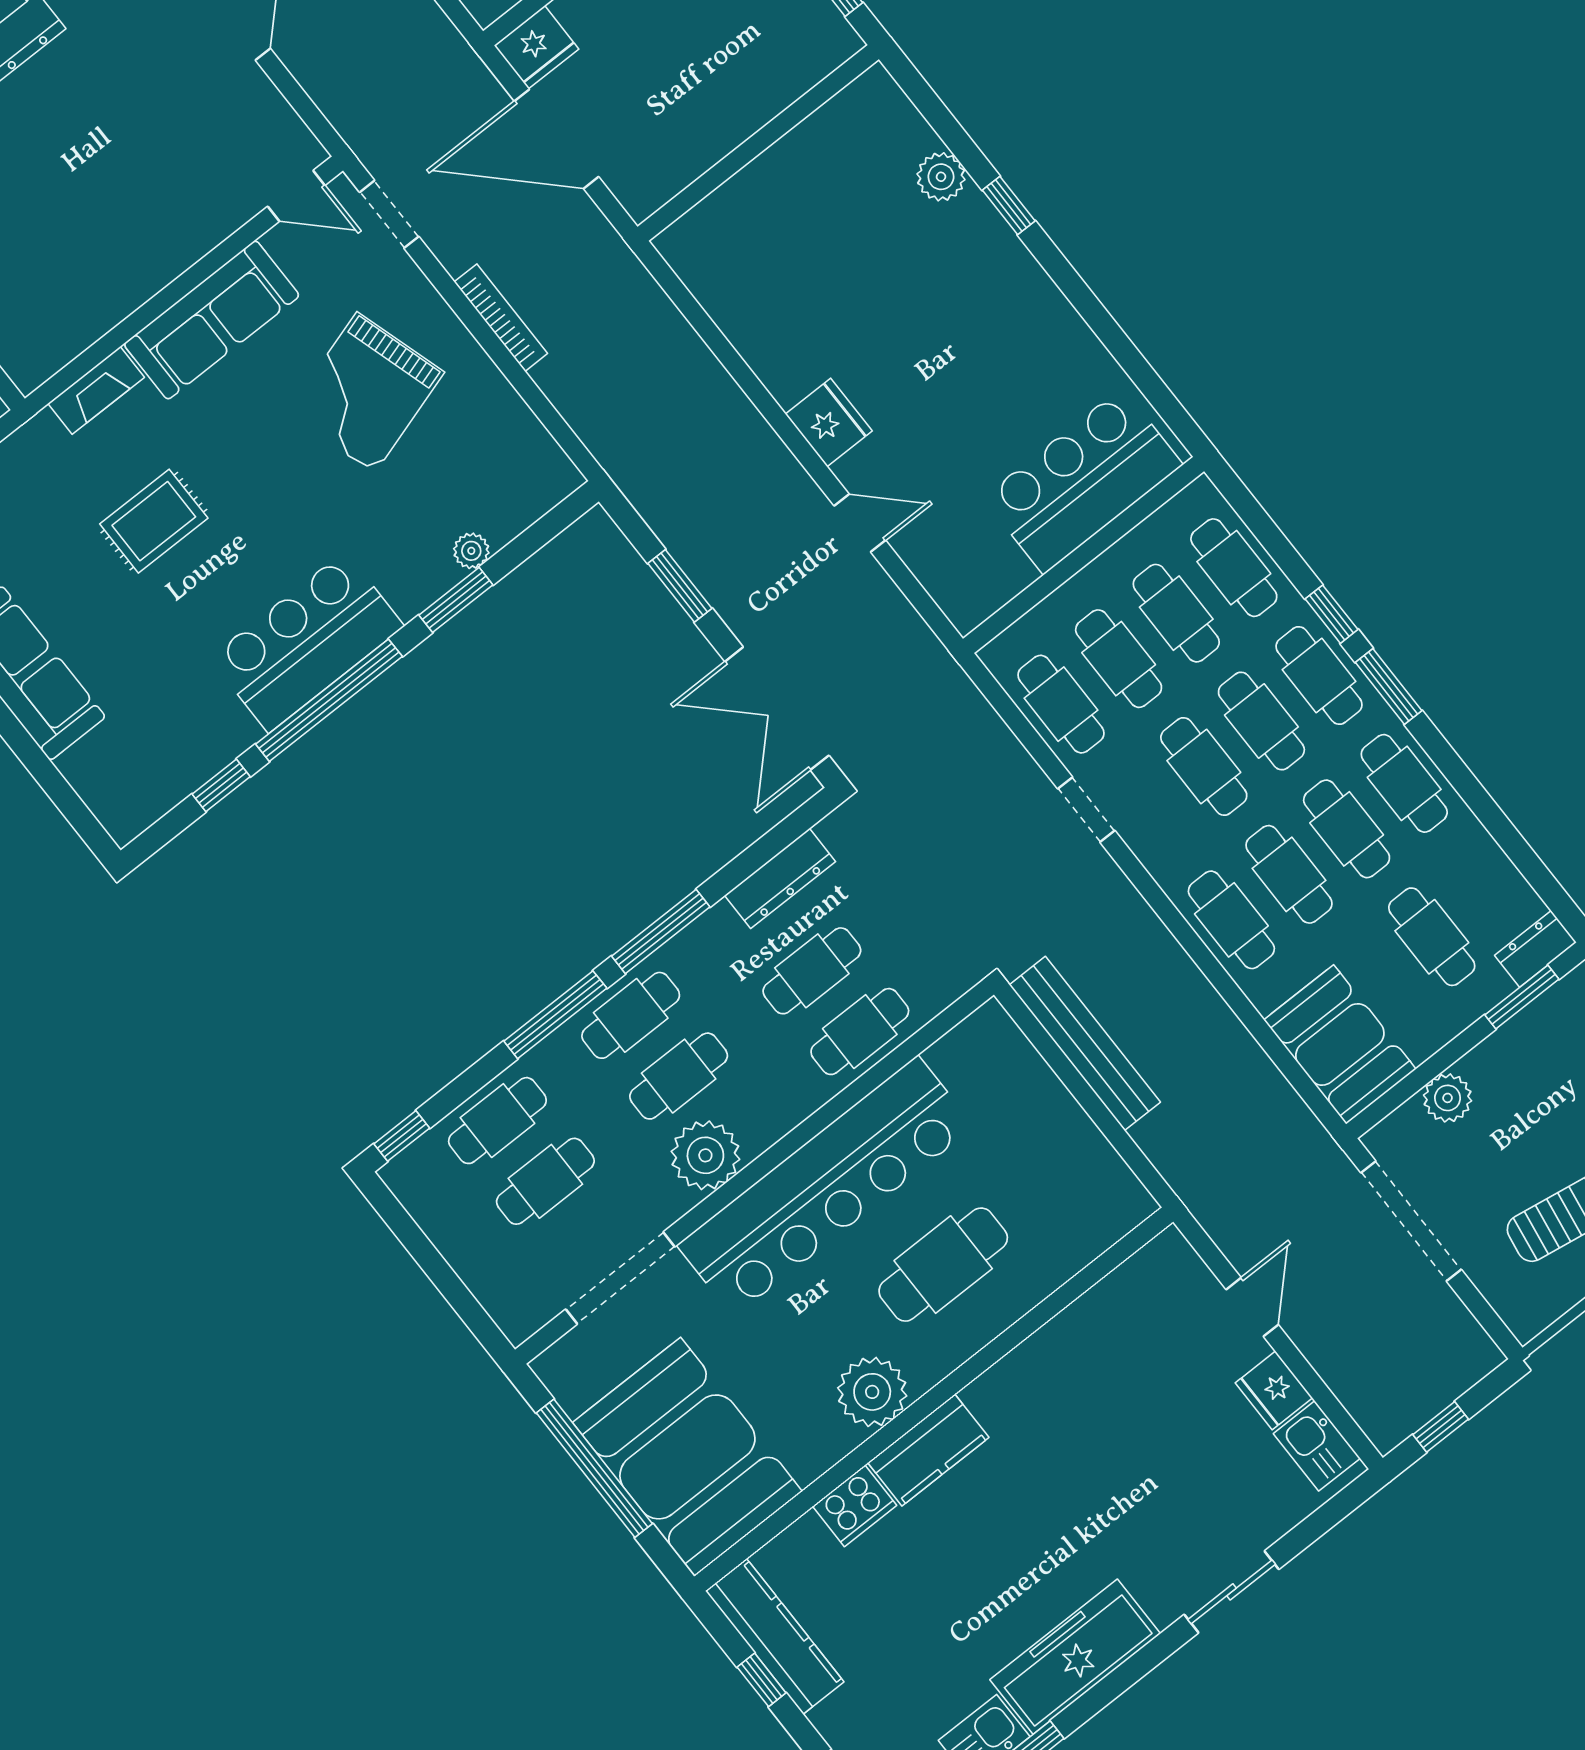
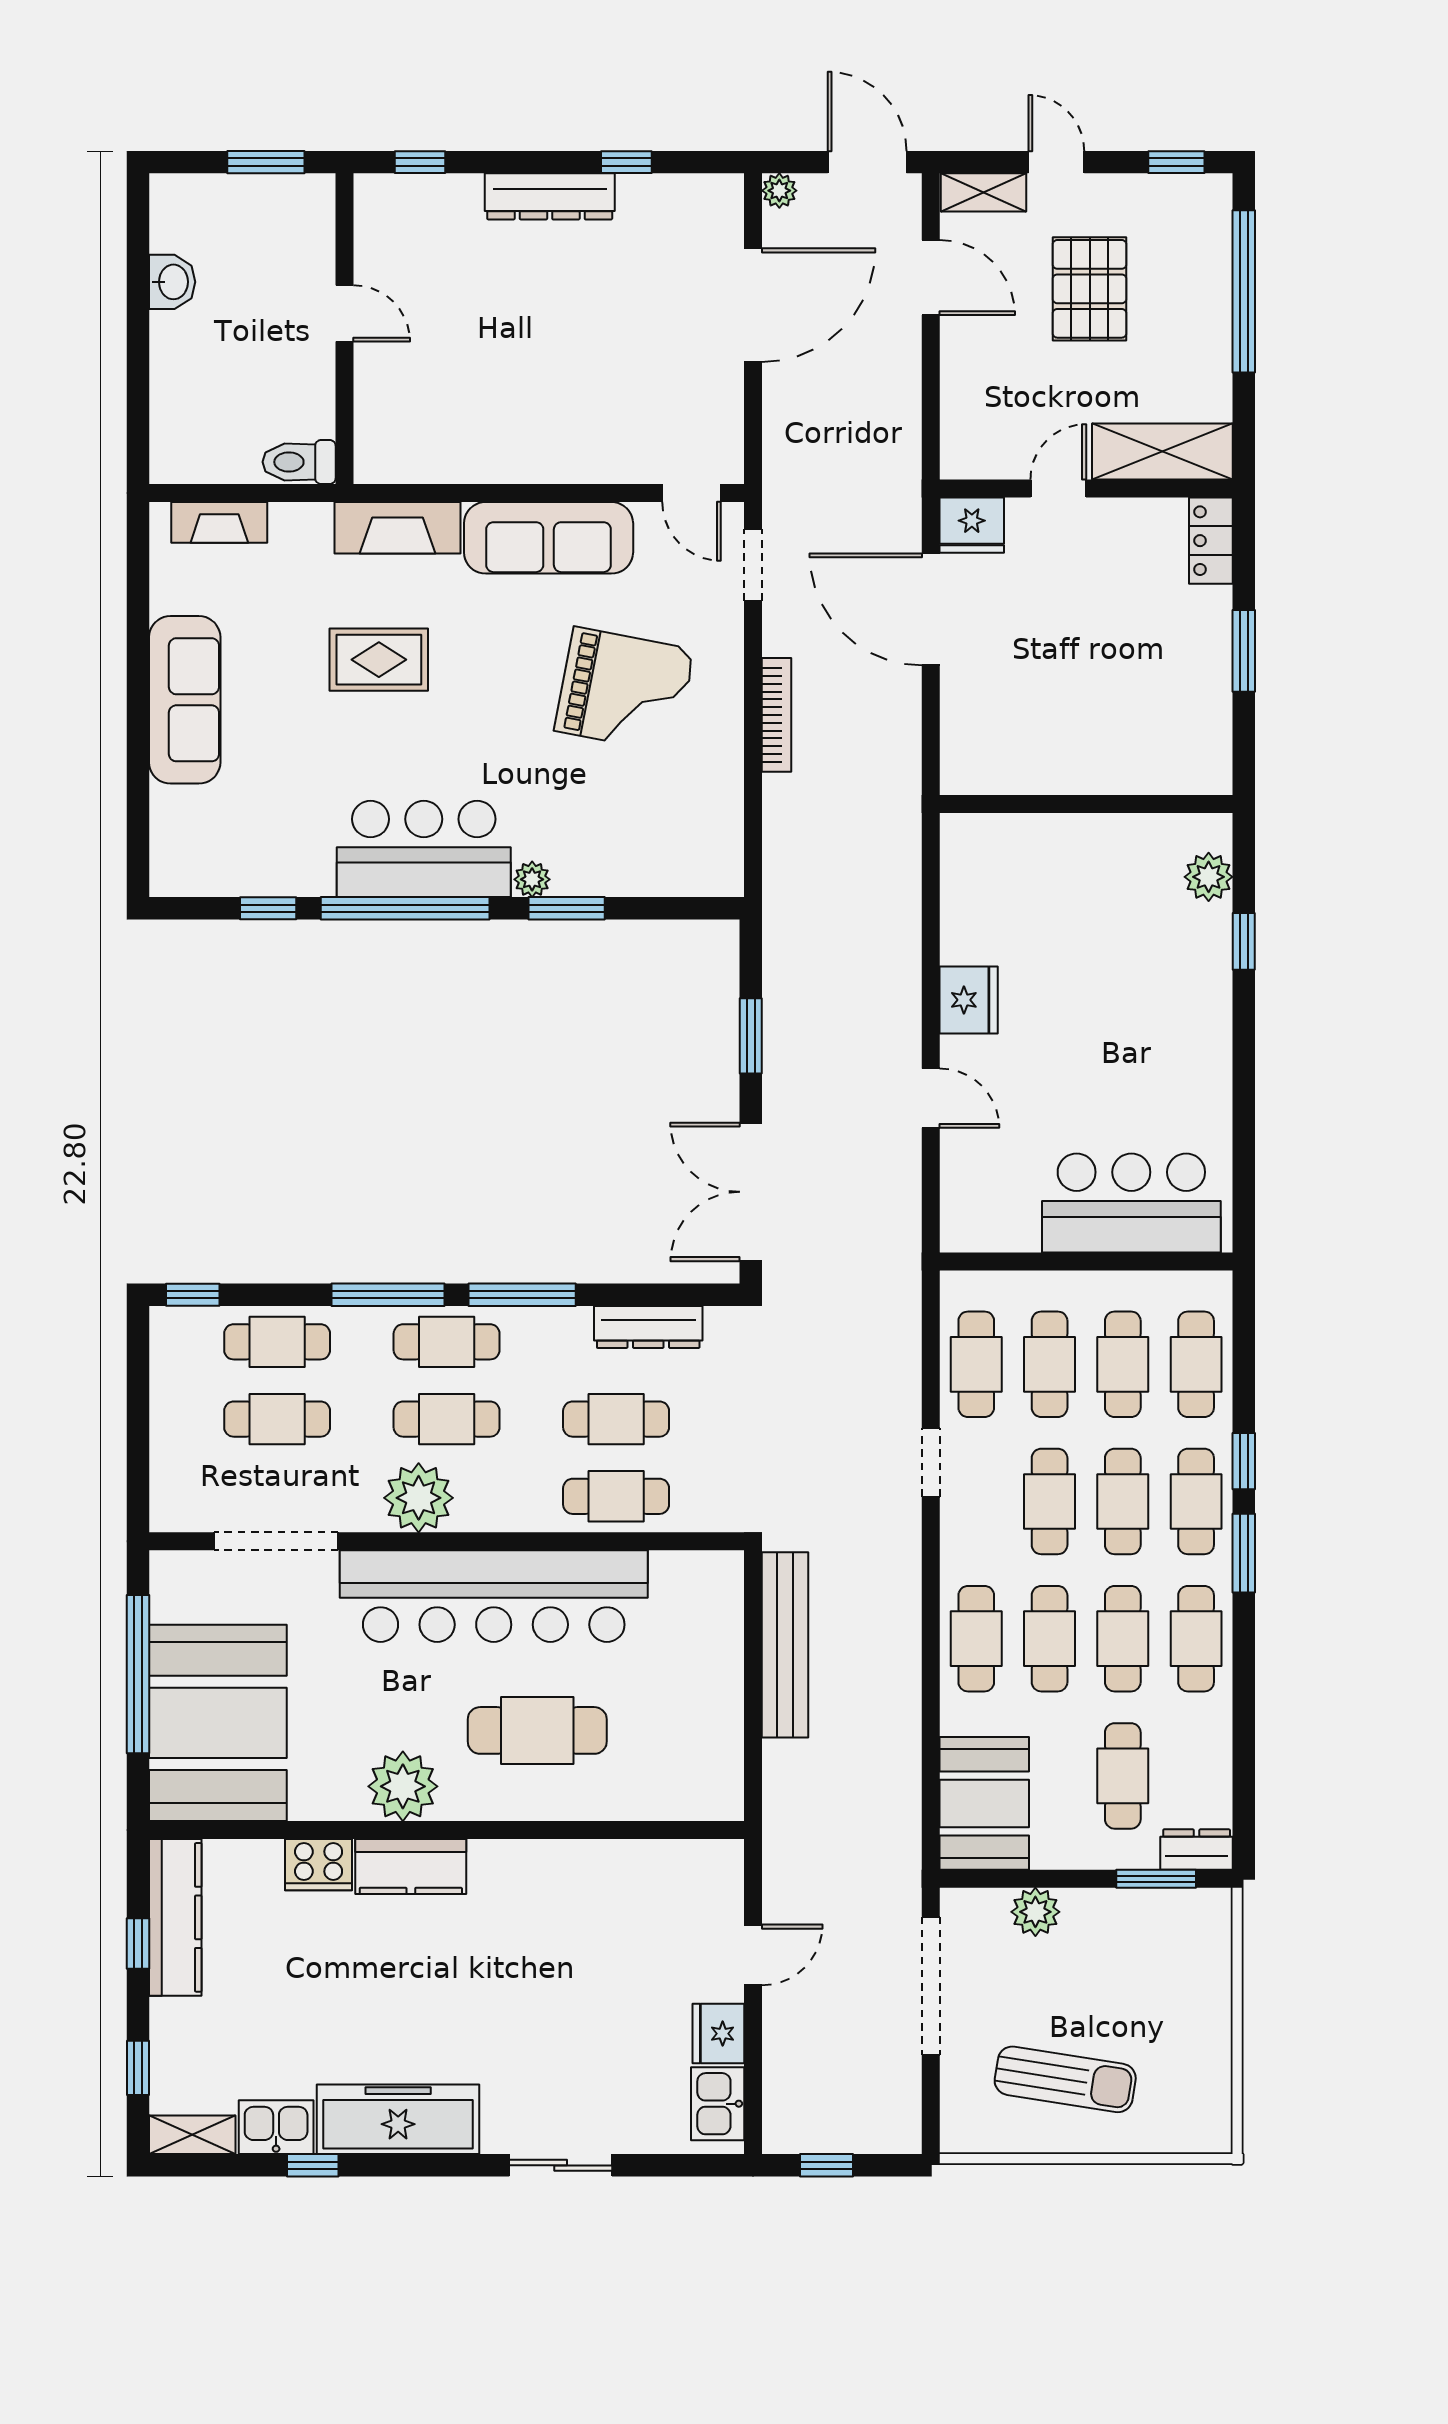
wall: (758, 143) -> (1086, 804), moved
fireplace: (96, 390) -> (398, 528), width x1.37, depth x1.32
grand piano: (366, 393) -> (624, 690), turned -152
plant: (471, 551) -> (532, 879), moved

